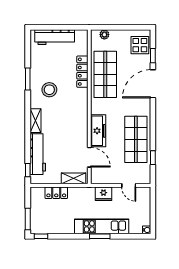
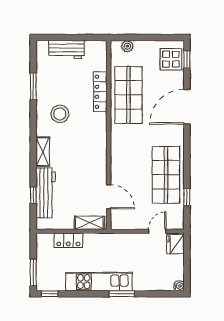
workbench: (55, 37) -> (66, 49), width x0.73
window: (153, 56) -> (187, 59), moved
window: (28, 79) -> (33, 86), moved
freezer: (98, 131) -> (120, 164), removed
window: (28, 170) -> (33, 195), moved
door: (129, 185) -> (157, 231), swing flipped
fridge: (104, 194) -> (175, 244), moved, turned 90
kitchen unit: (102, 226) -> (99, 282), moved

